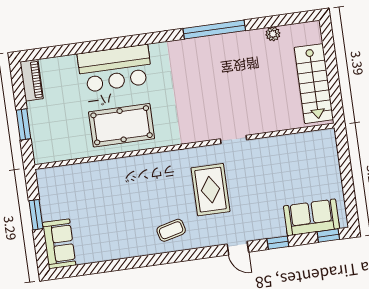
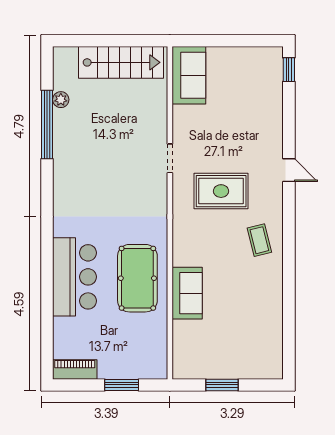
window: (214, 29) -> (47, 124), moved
sofa: (311, 217) -> (189, 75), moved, turned 180
window: (278, 243) -> (289, 126), removed
sofa: (59, 244) -> (187, 293), moved, turned 90
door: (238, 248) -> (289, 170), hinge flipped

